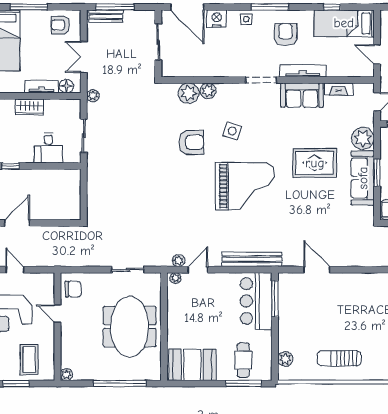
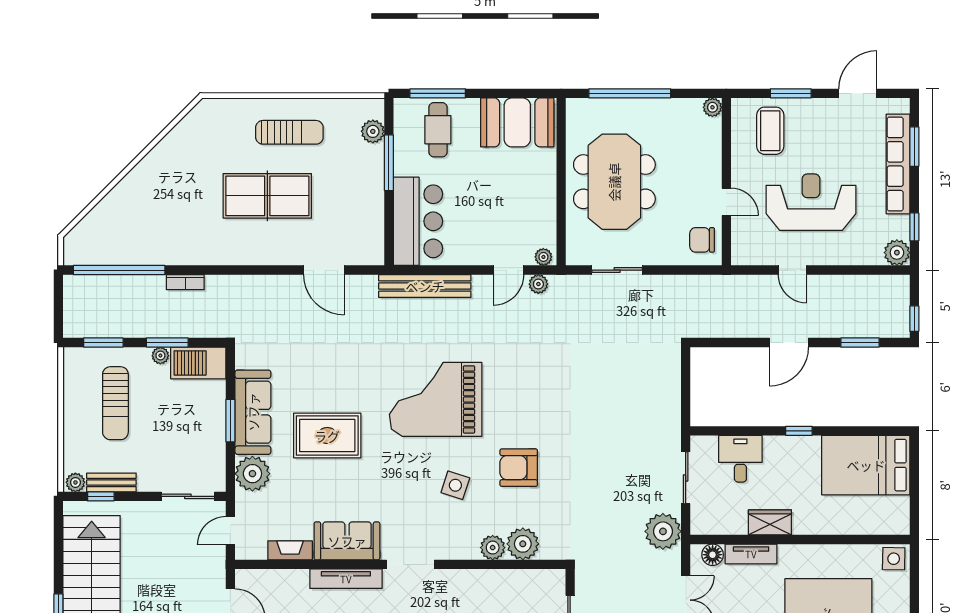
plant: (93, 96) -> (663, 531), width x1.87, depth x1.87
window: (275, 299) -> (389, 163), moved
table tennis table: (353, 317) -> (267, 196), added

